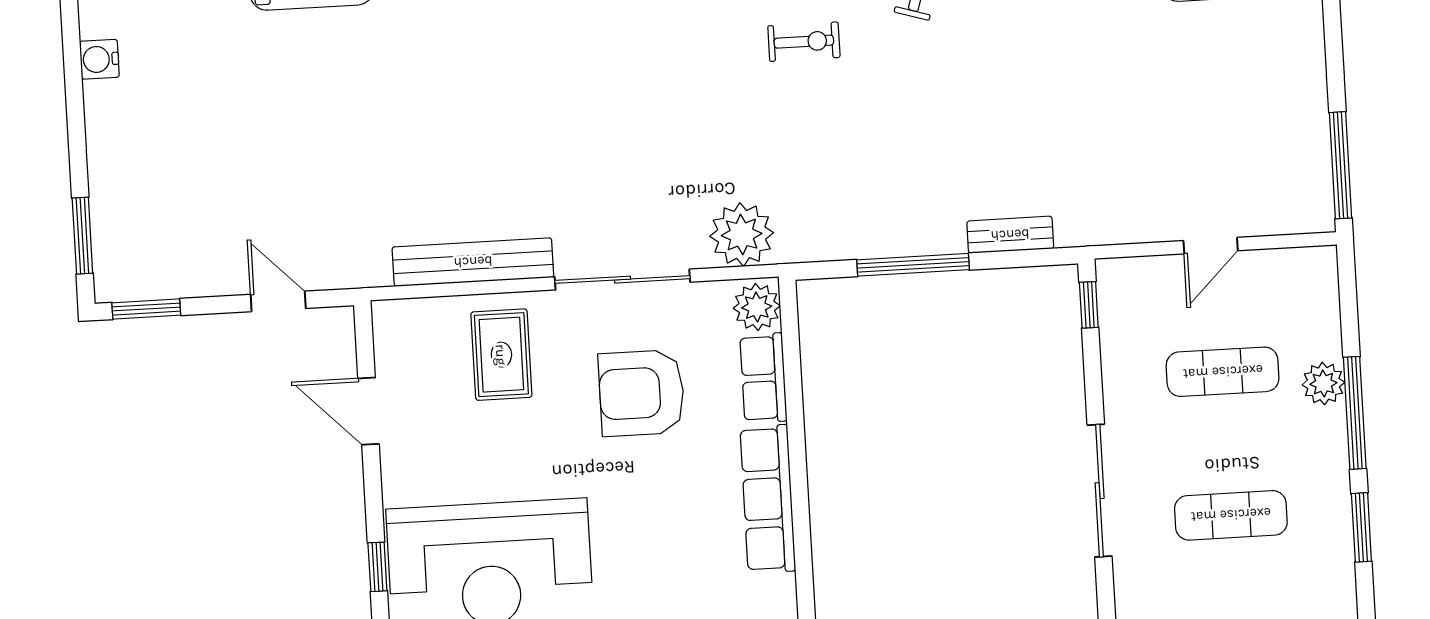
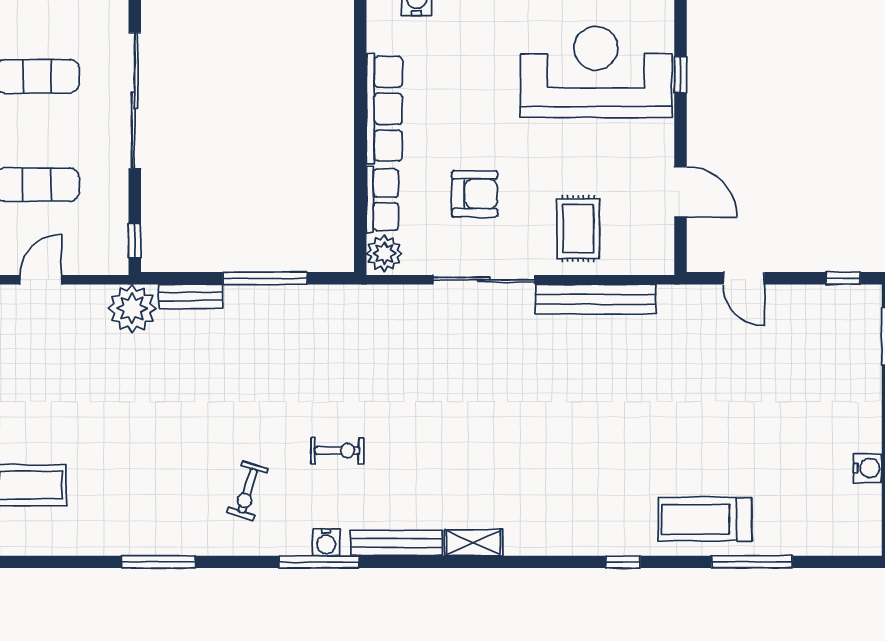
exercise bike: (804, 42) -> (337, 451), turned 180
plant: (742, 235) -> (132, 308), moved
window: (146, 309) -> (843, 278), width x0.67
armchair: (642, 393) -> (475, 194), width x0.73, depth x0.73
sliding door: (1100, 491) -> (135, 101), width x1.36

